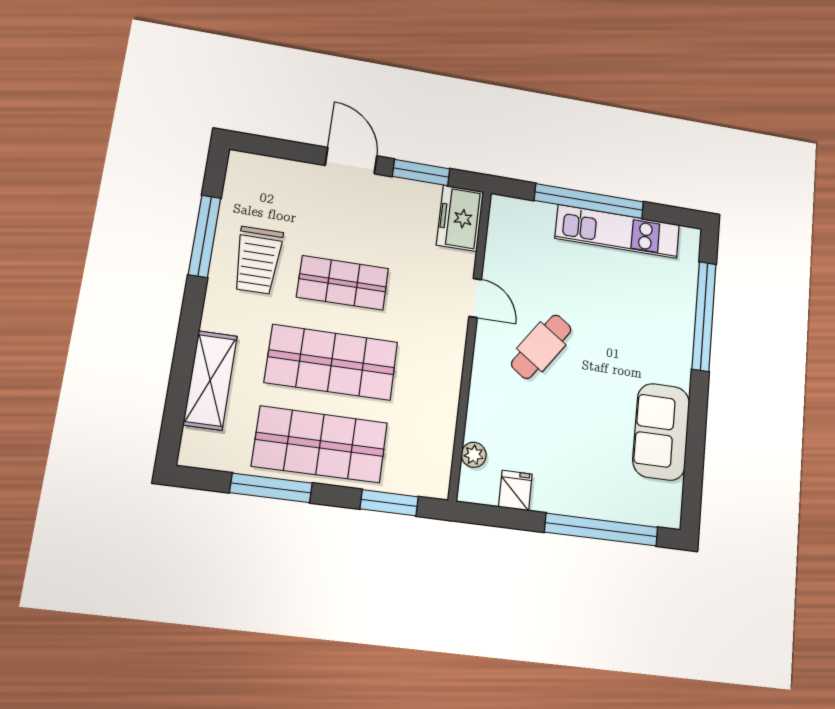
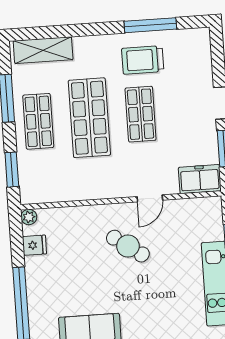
shelving: (210, 380) -> (43, 50), moved
shop shelf: (320, 444) -> (38, 121), width x0.70, depth x0.74
plant: (474, 455) -> (29, 217), moved

